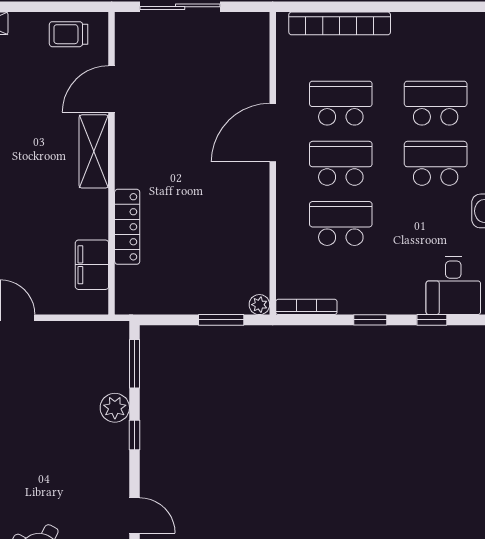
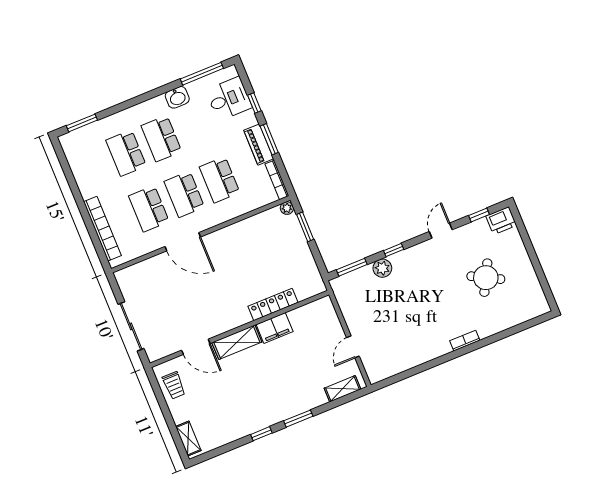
filing cabinet: (92, 265) -> (275, 328), moved
piano: (369, 301) -> (259, 145), added
window: (370, 320) -> (269, 139), width x1.50

